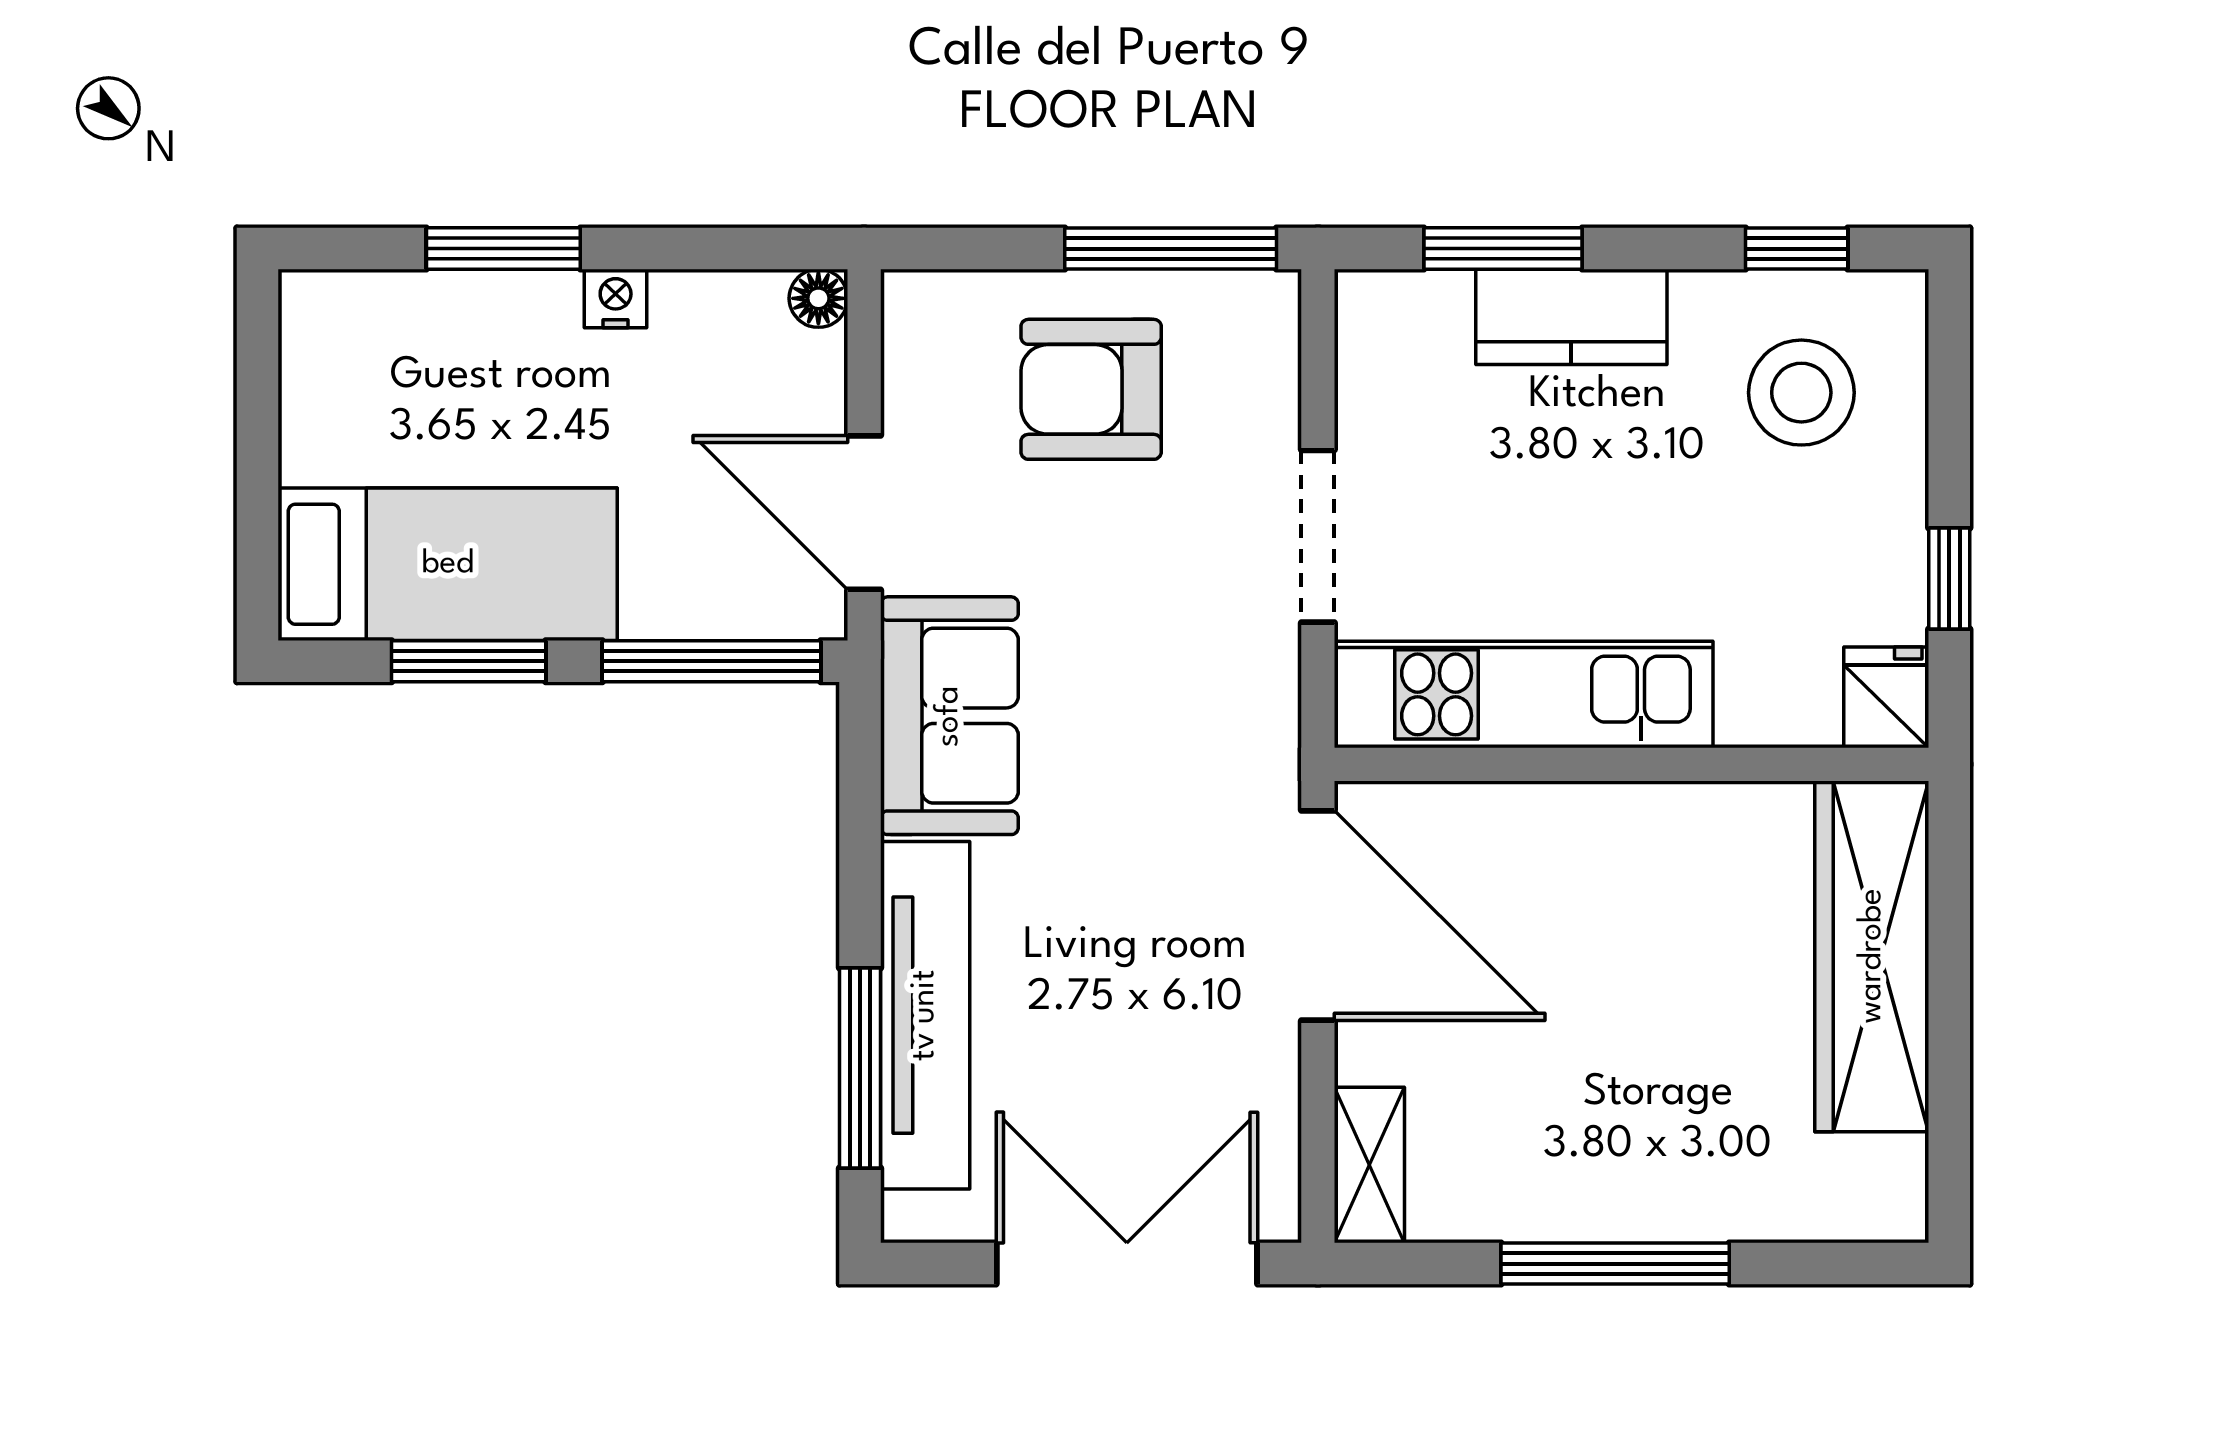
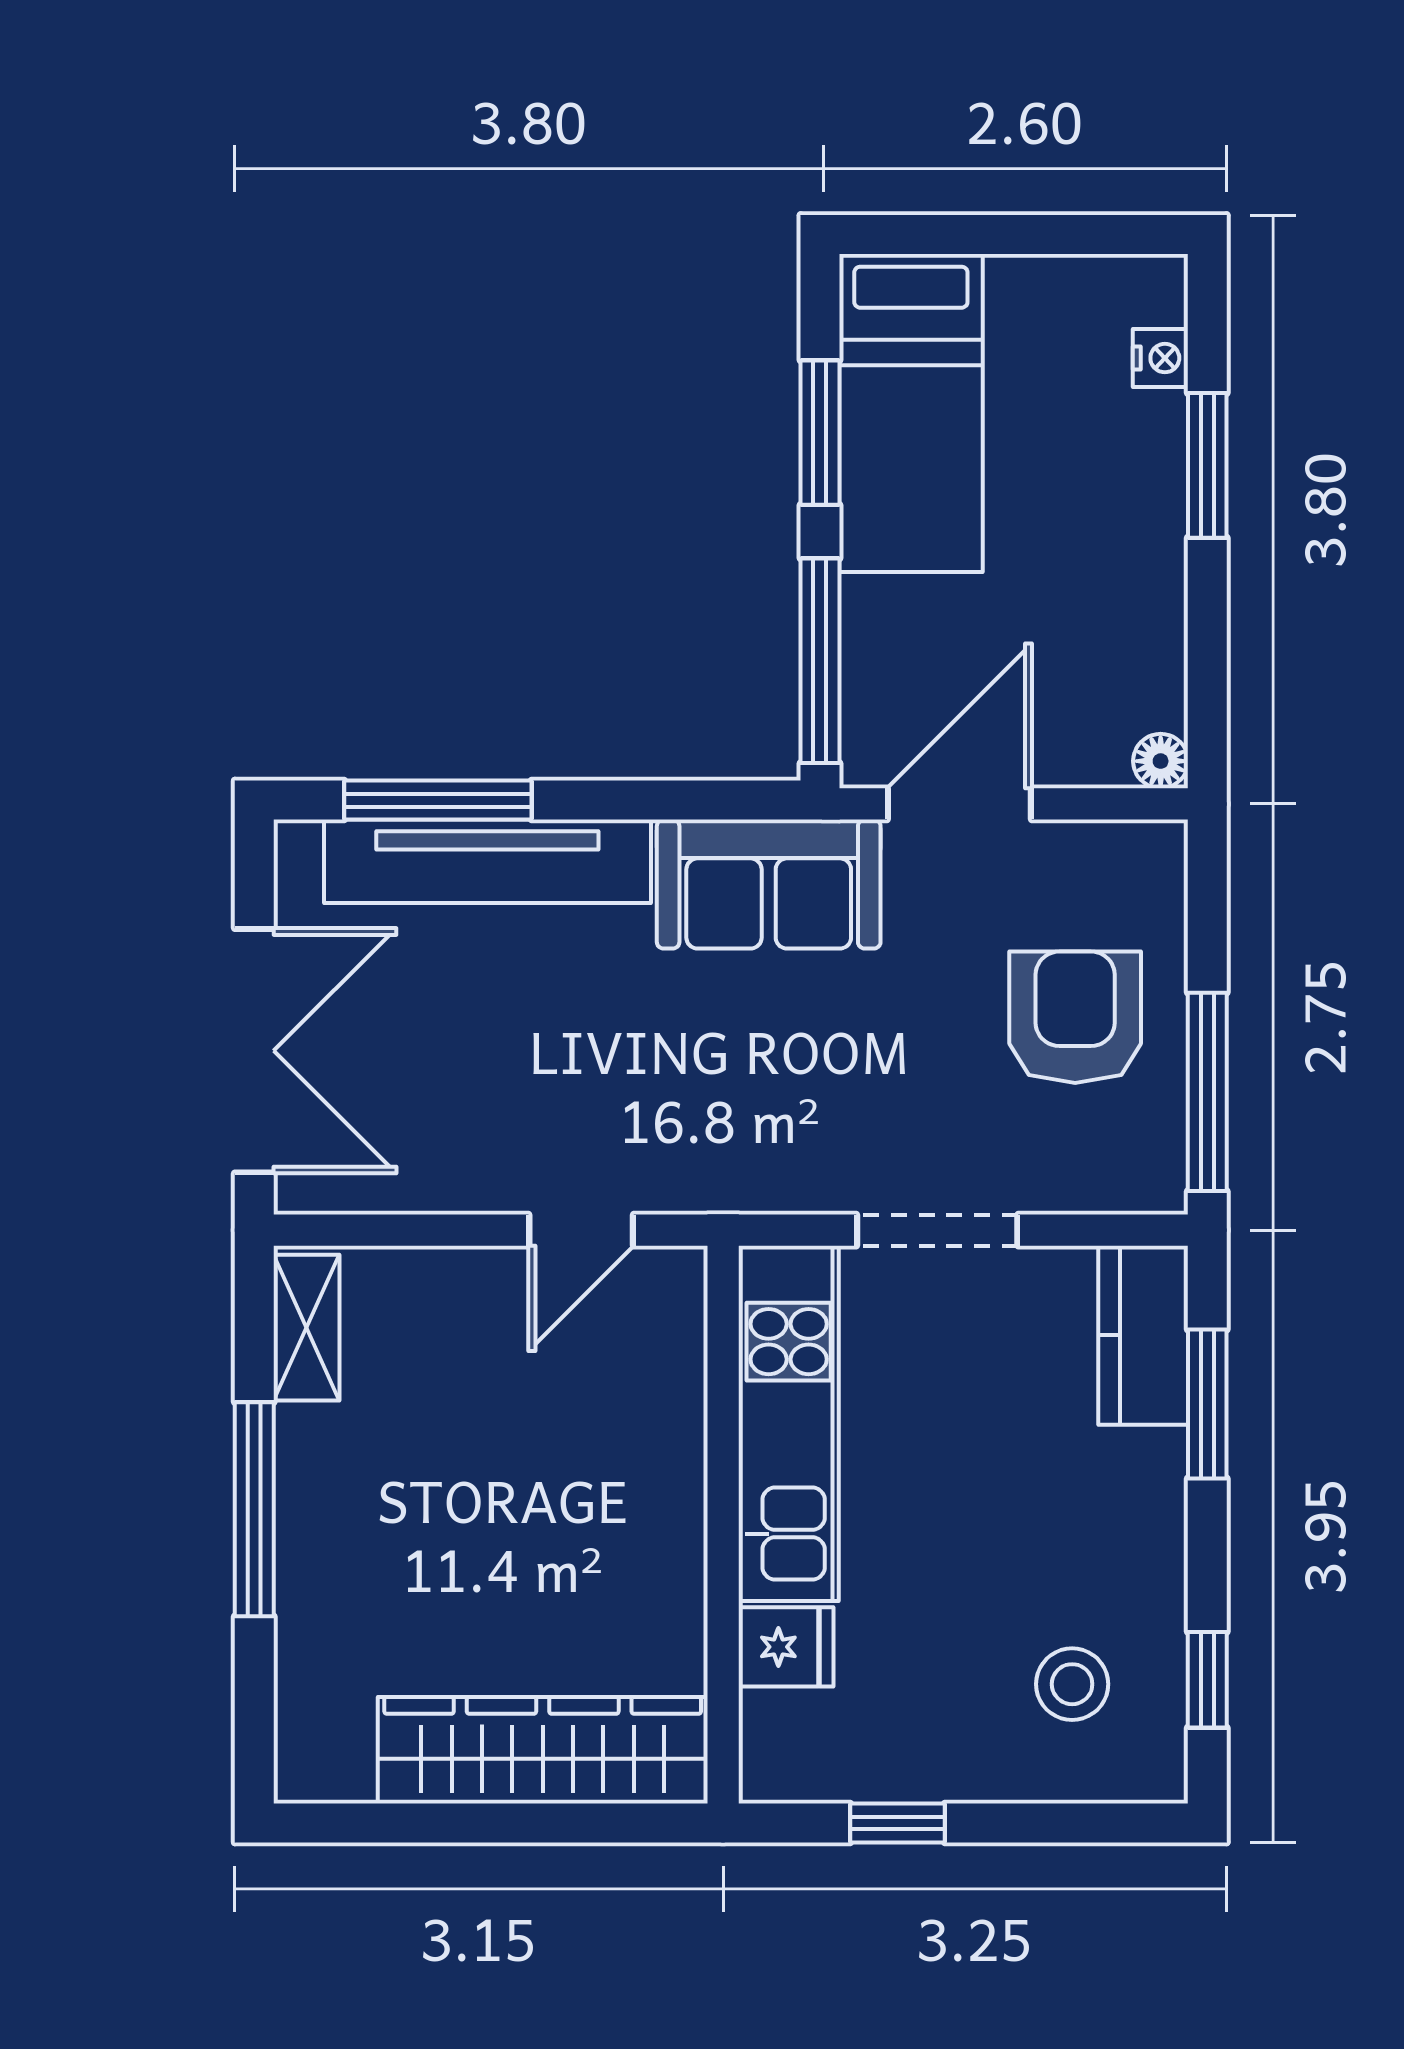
nightstand: (616, 298) -> (1160, 358), moved
kitchen counter: (1571, 317) -> (1143, 1335), moved
stool: (1801, 393) -> (1072, 1684), width x0.73, depth x0.73
fridge: (1886, 697) -> (786, 1647), moved
door: (1318, 915) -> (581, 1230), width x0.53
shelving: (1369, 1165) -> (306, 1328), moved, turned 90

